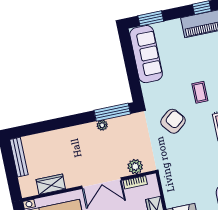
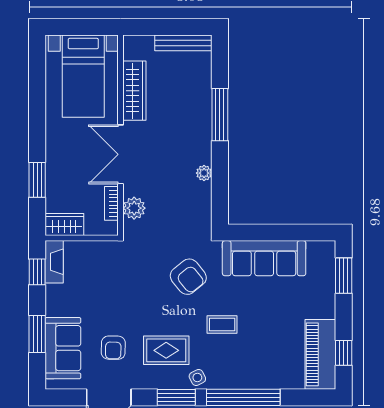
sofa: (146, 54) -> (264, 258), moved
window: (112, 112) -> (220, 115), moved
wardrobe: (51, 184) -> (134, 91), width x1.50

